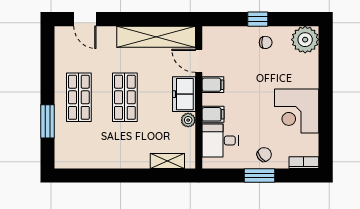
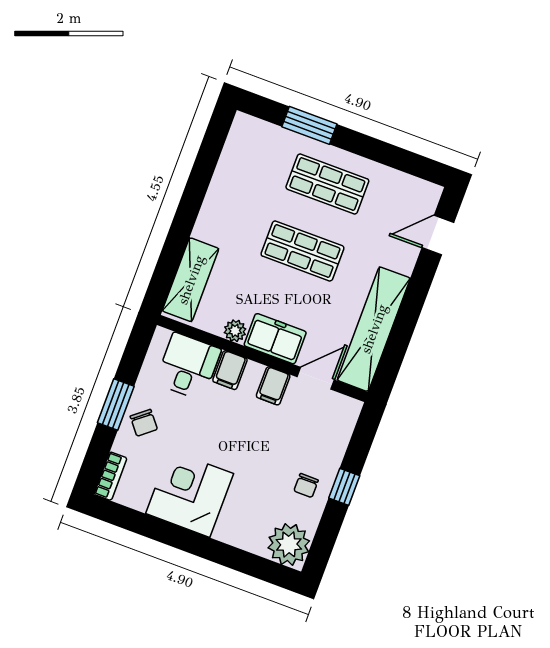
shelving: (167, 161) -> (191, 280), width x1.50, depth x1.33

